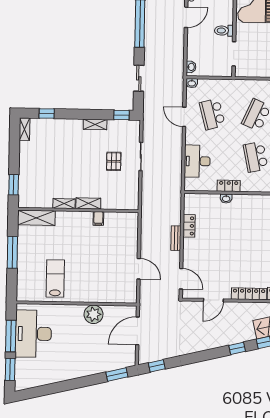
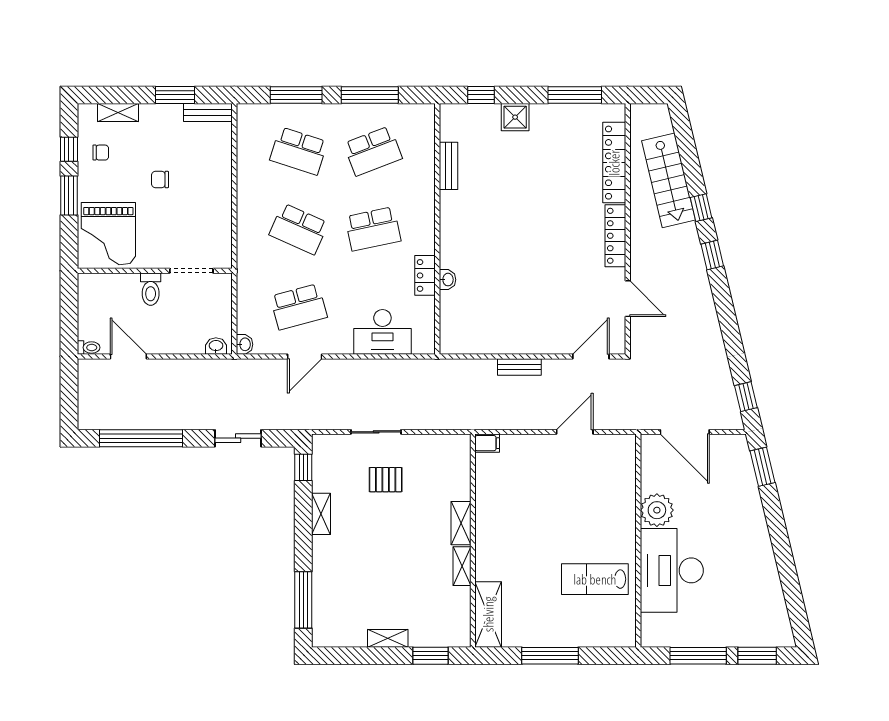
window: (47, 114) -> (303, 600), width x2.17
shelving: (25, 129) -> (388, 638), moved
filing cabinet: (98, 218) -> (487, 443), moved
locker: (189, 226) -> (497, 344), removed
desk: (33, 334) -> (672, 570), moved, turned 90

